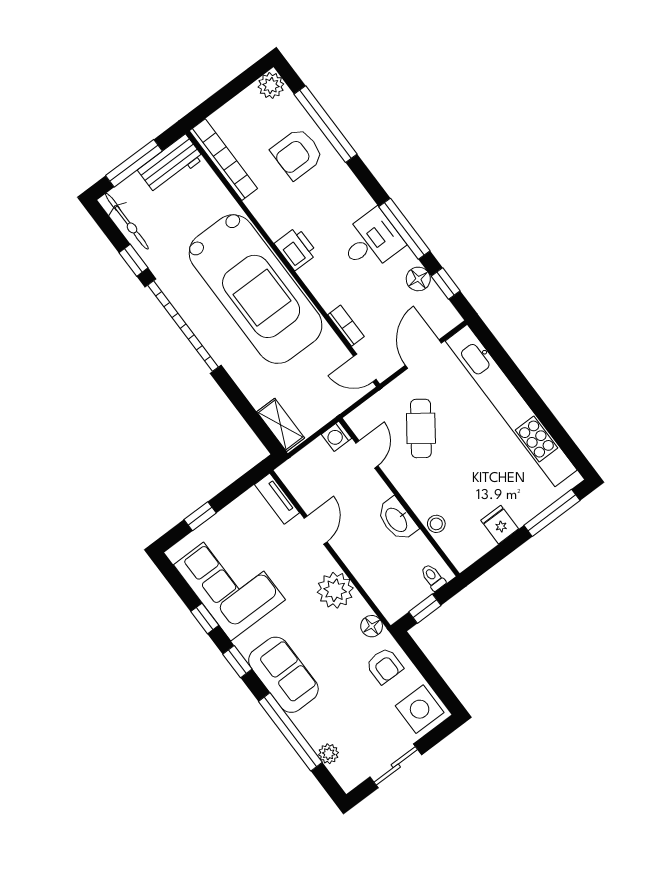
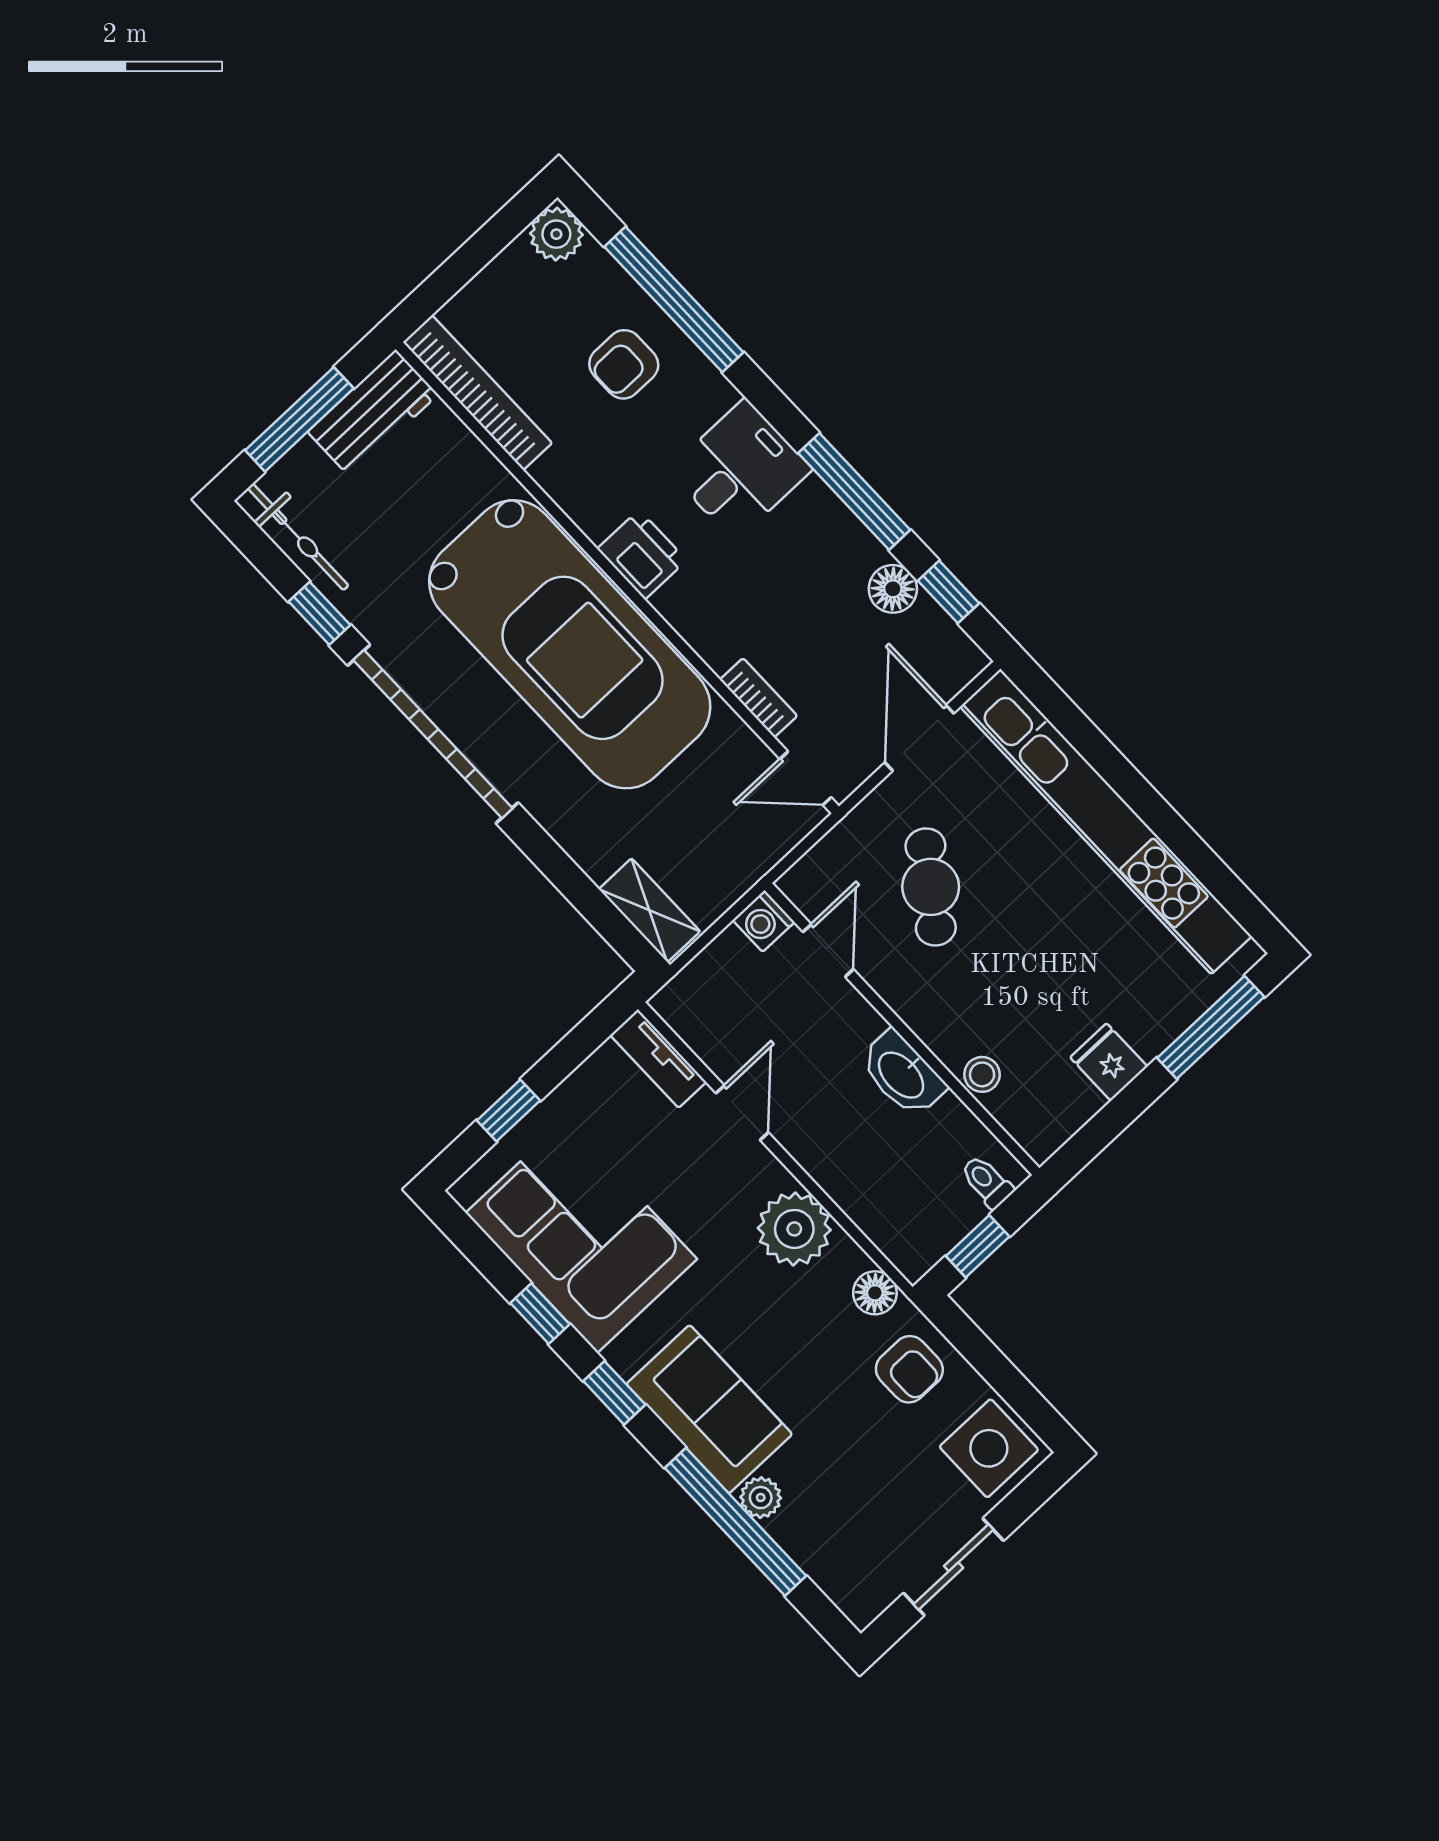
armchair: (297, 154) -> (624, 364), width x0.72, depth x0.72
desk: (371, 241) -> (740, 470), moved
plant: (329, 754) -> (761, 1498), moved

